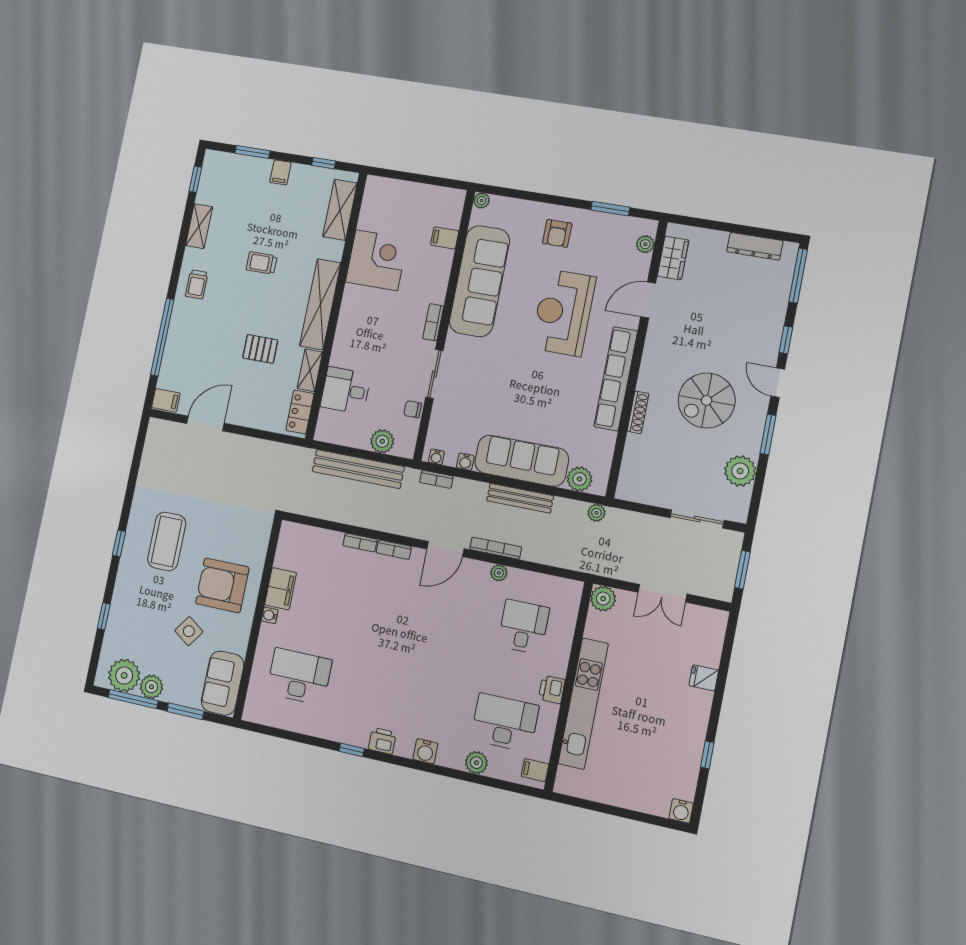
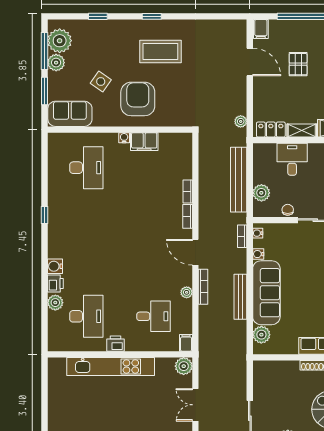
pallet: (260, 349) -> (298, 64), moved
plant: (596, 513) -> (241, 121), moved
printer: (382, 741) -> (55, 284), moved
filing cabinet: (535, 770) -> (186, 343), moved

